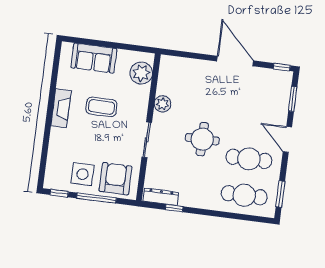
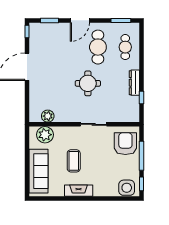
sofa: (94, 58) -> (38, 171), width x1.36
plant: (163, 104) -> (48, 116), moved
side table: (83, 174) -> (127, 188), moved
armchair: (115, 179) -> (125, 144), turned 90
cafe table: (244, 195) -> (125, 47), width x0.73, depth x0.74
dresser: (161, 197) -> (134, 83), moved

